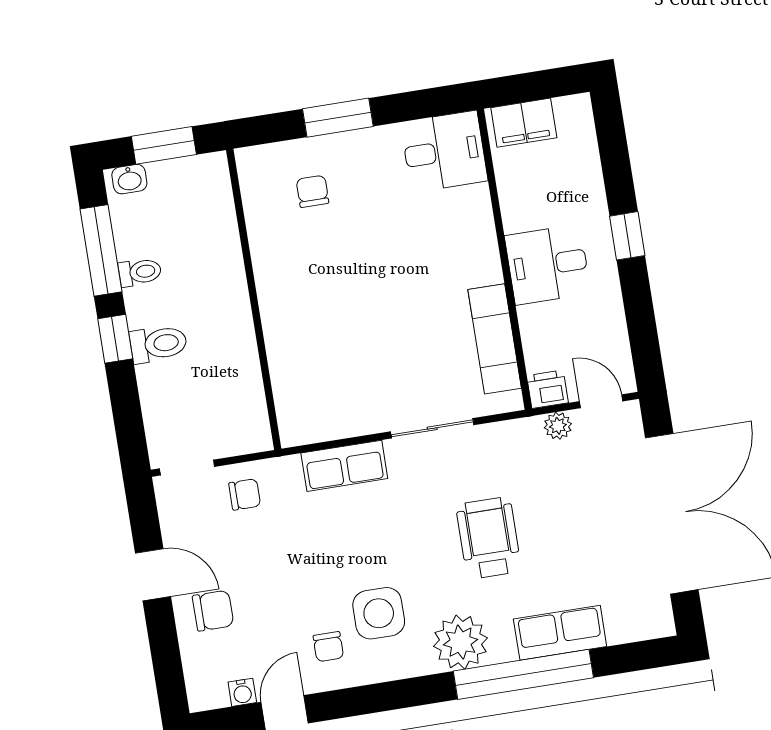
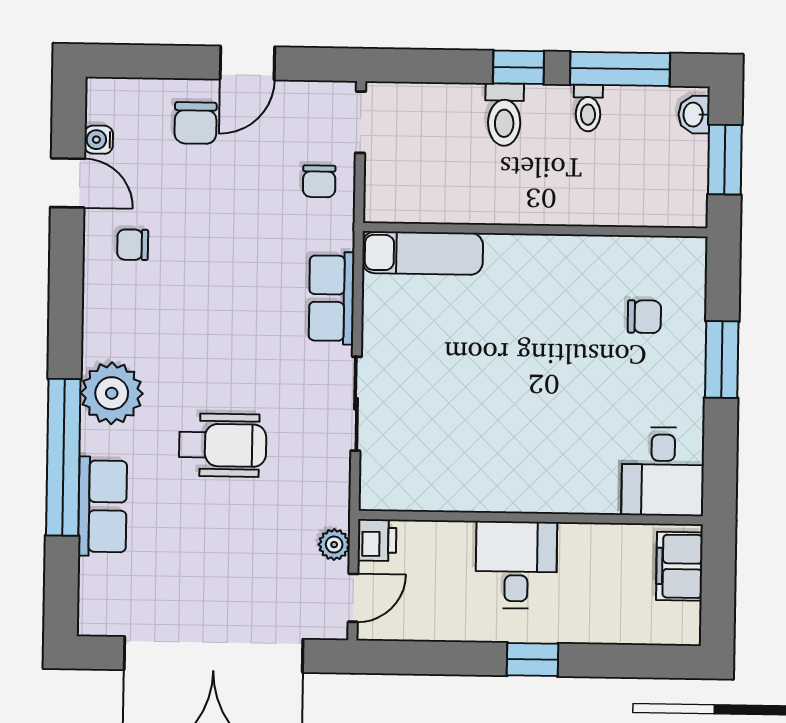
exam couch: (495, 339) -> (423, 253), moved, turned 180
side table: (379, 613) -> (160, 307), removed

